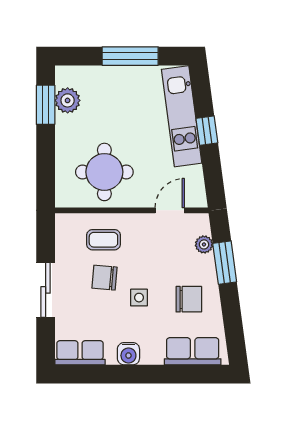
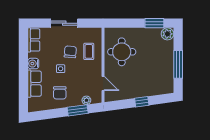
plant: (68, 100) -> (167, 34), moved
kitchen unit: (182, 116) -> (149, 89), removed
row of seats: (193, 351) -> (34, 84), moved

